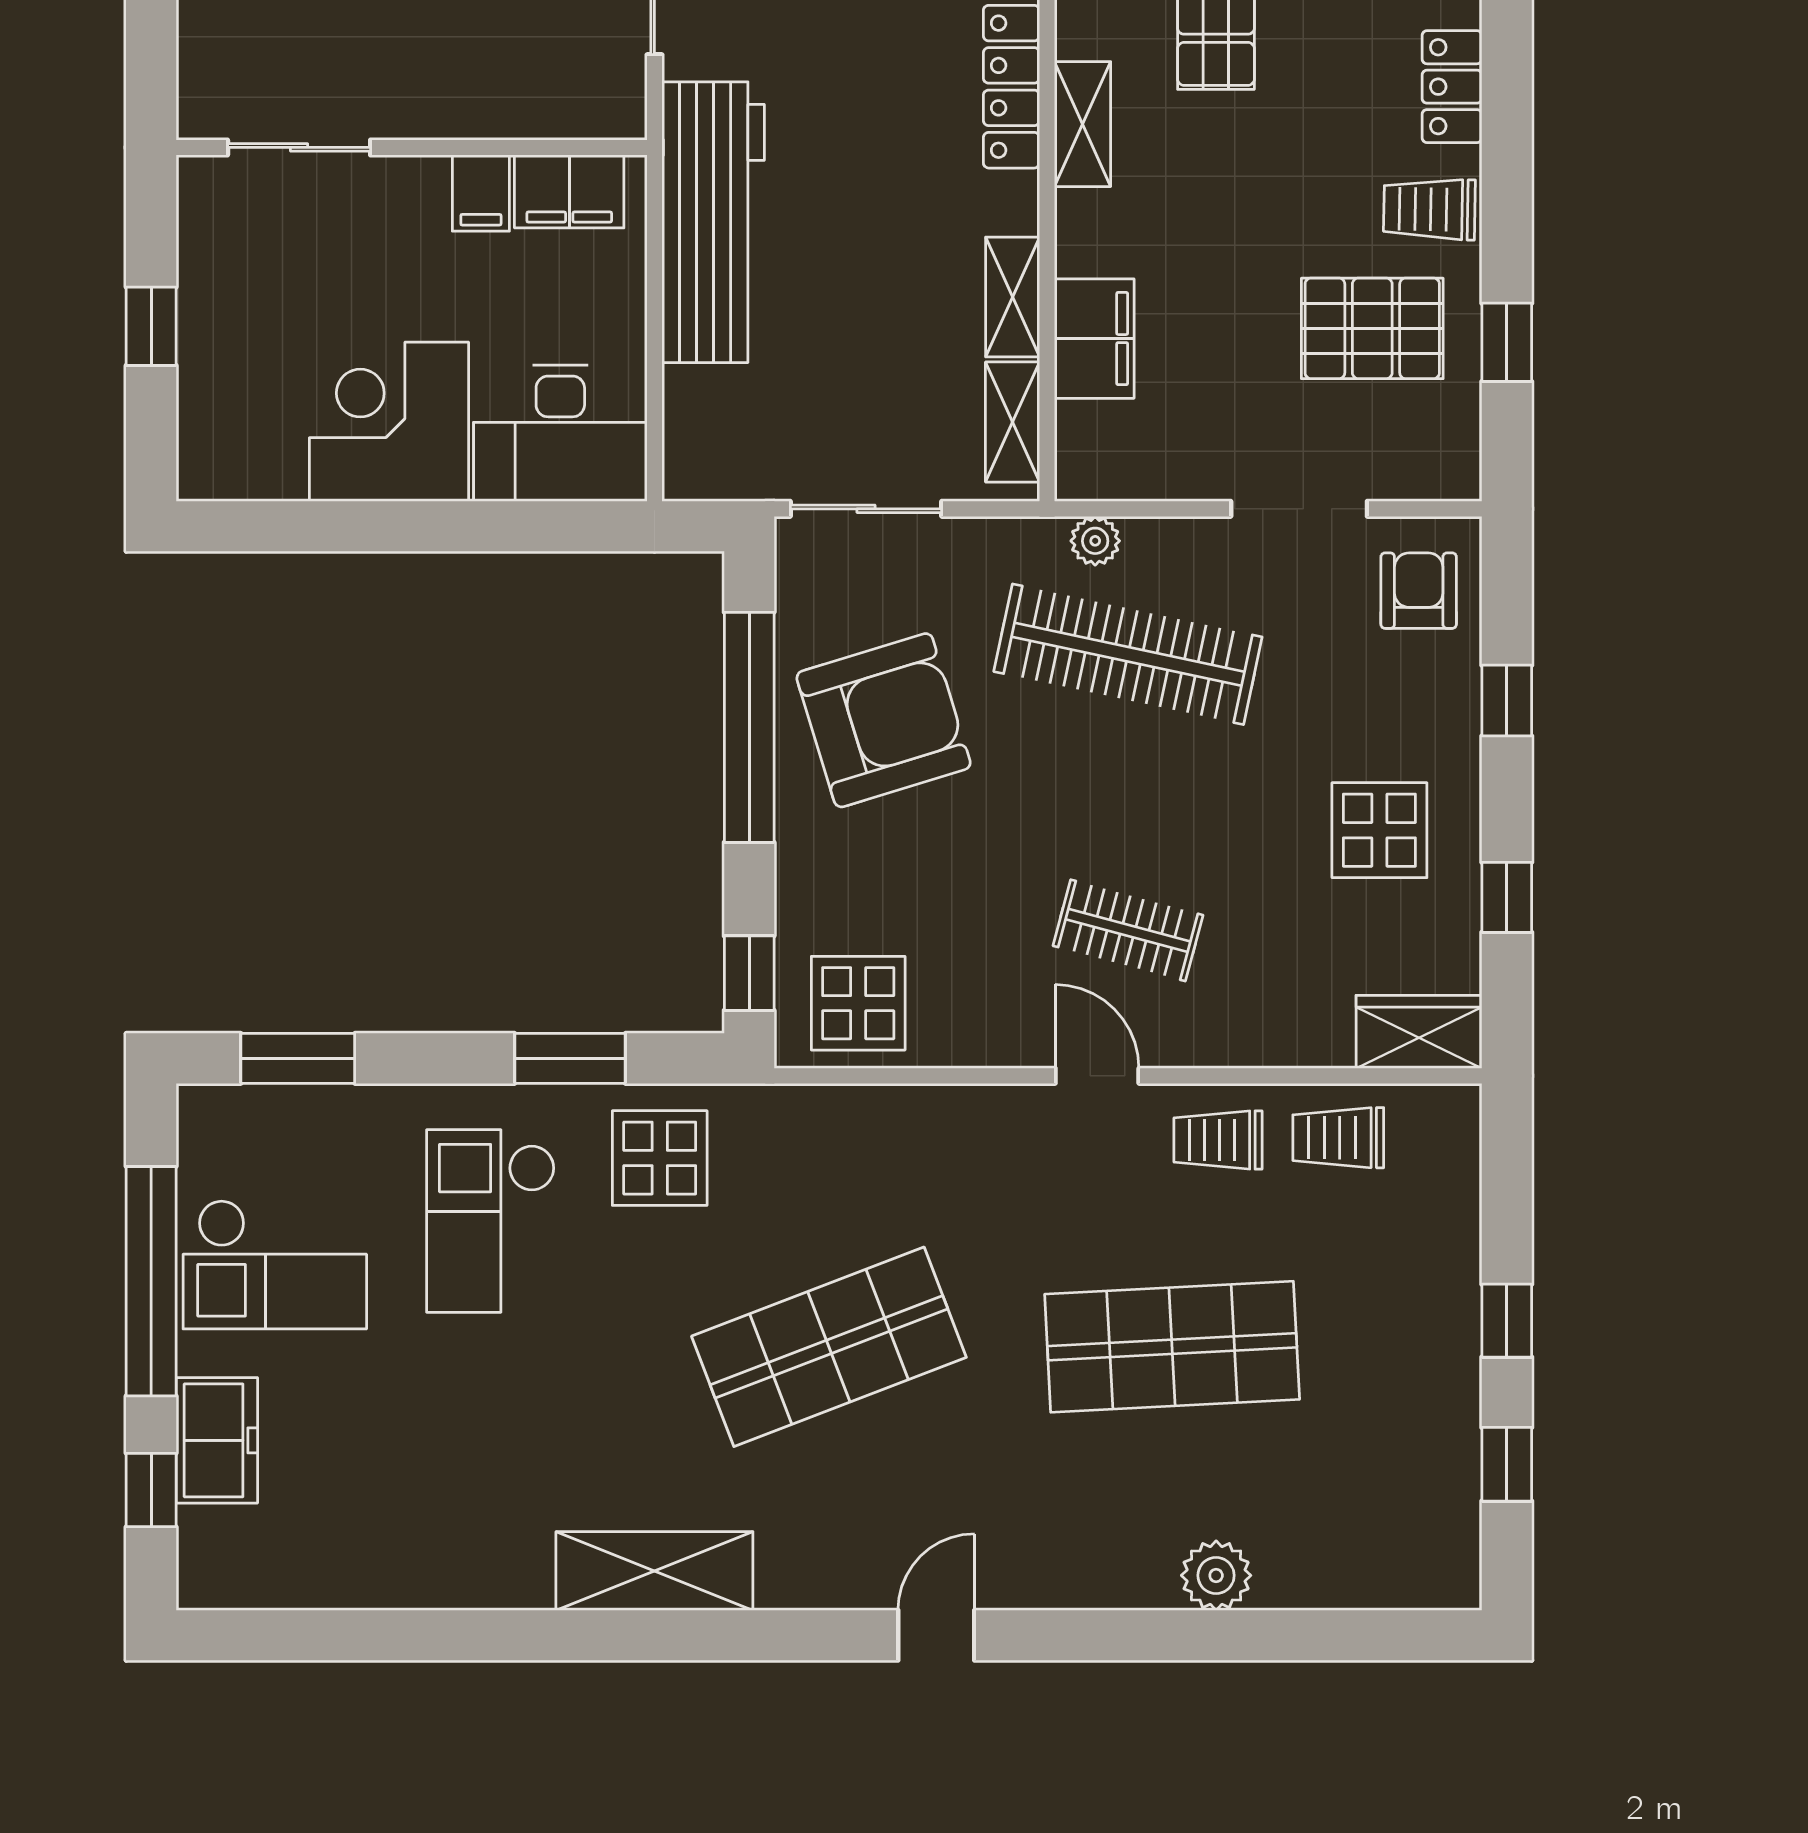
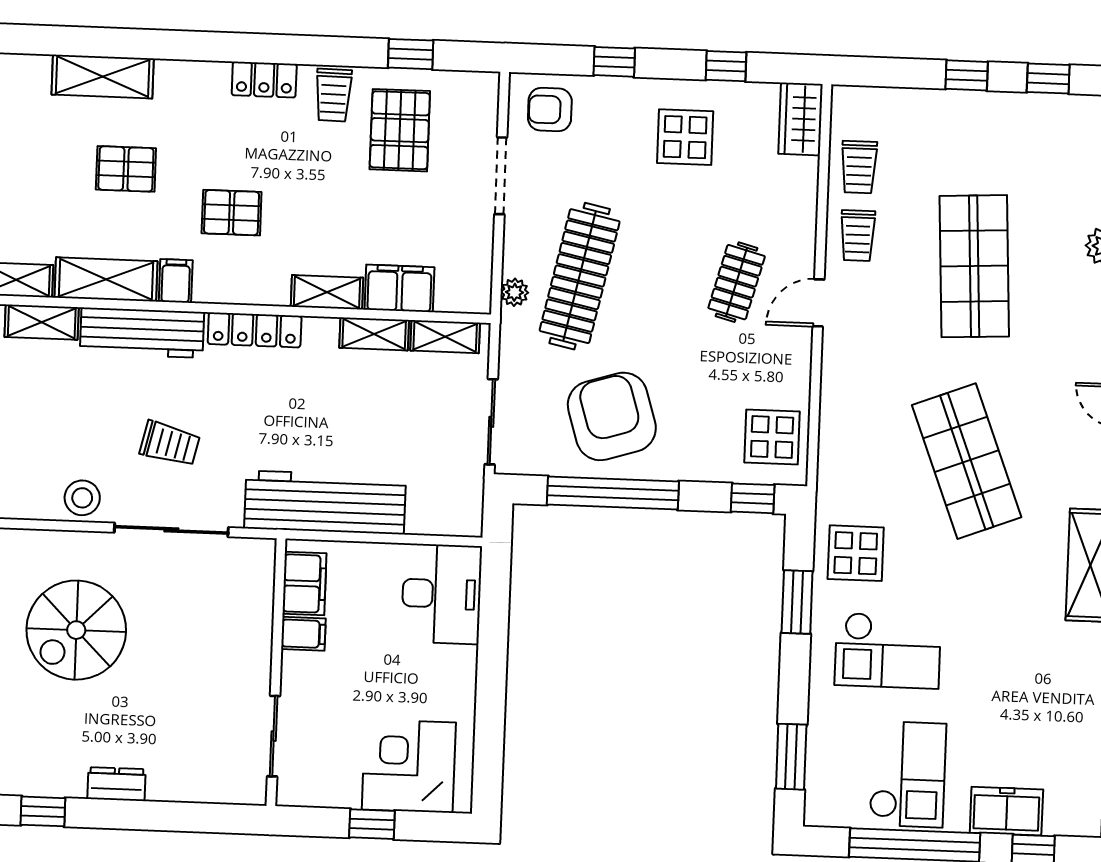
shelving: (1083, 124) -> (327, 292), moved
corner desk: (389, 422) -> (409, 766), moved, turned 90

